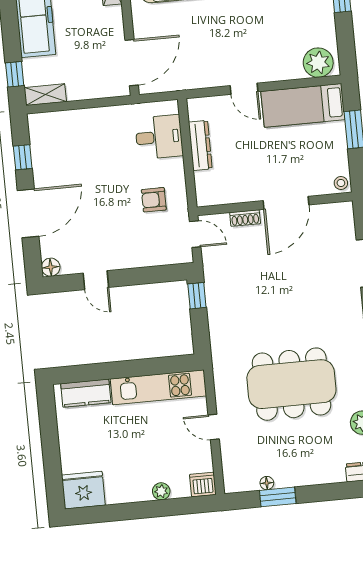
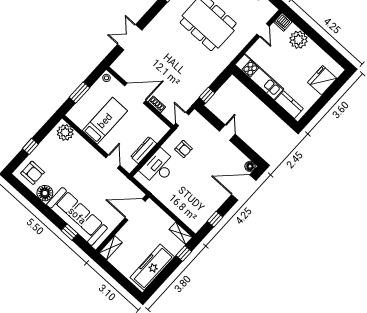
door: (244, 89) -> (113, 162), moved
bed: (303, 105) -> (105, 121), moved, turned -90
desk: (159, 137) -> (159, 167), width x1.37
door: (28, 213) -> (244, 188), moved
door: (96, 280) -> (227, 133), moved
door: (214, 427) -> (263, 30), moved
fridge: (83, 490) -> (322, 80), moved, turned 90
plant: (161, 491) -> (298, 40), width x1.87, depth x1.87

